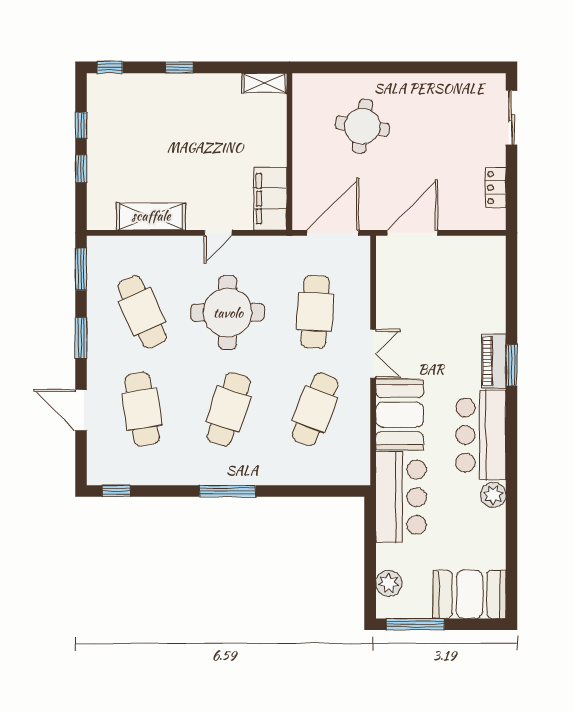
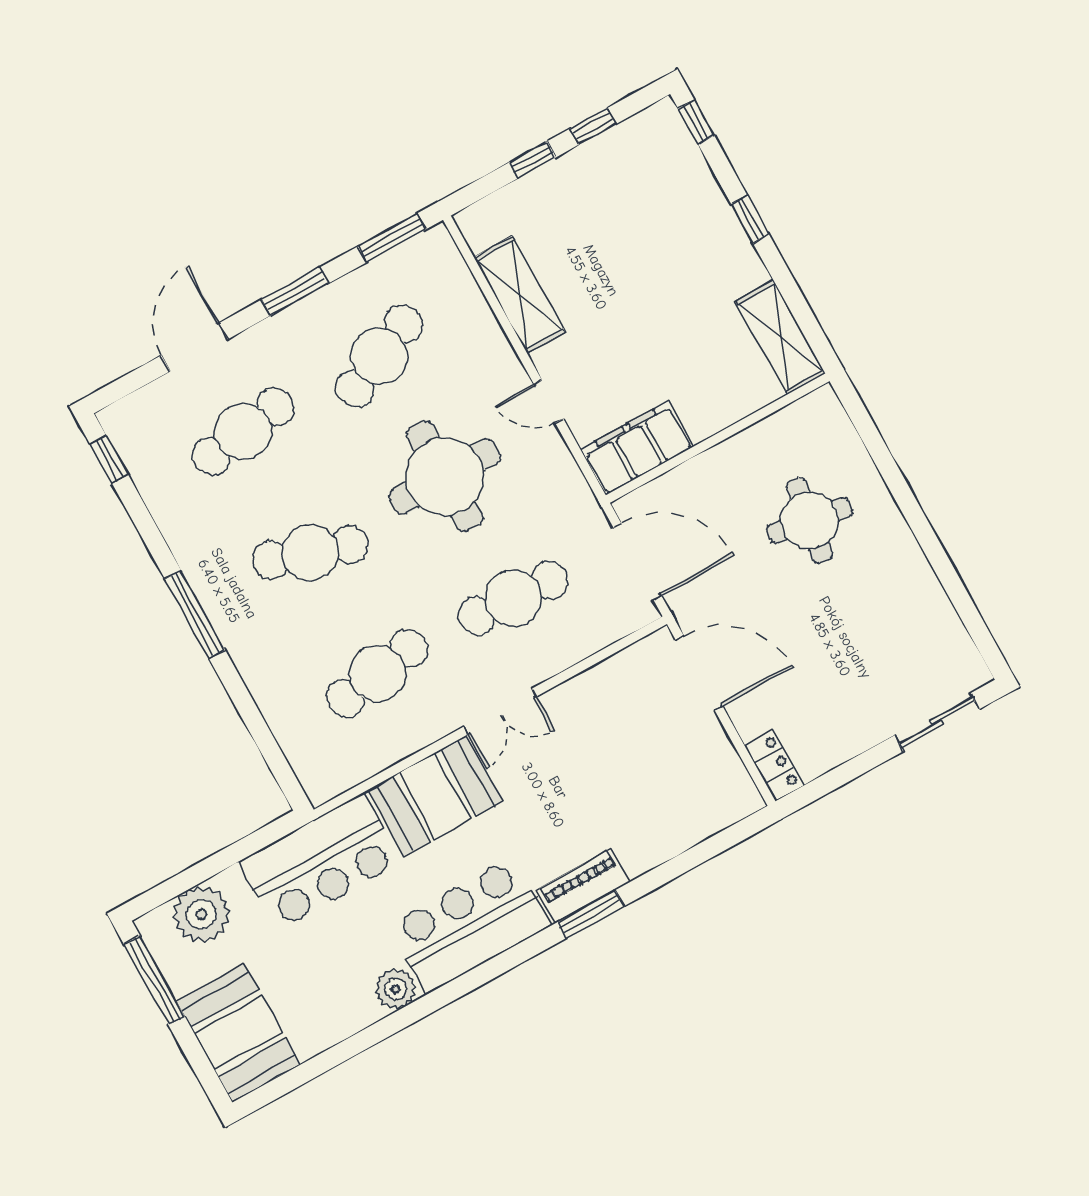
shelving: (264, 83) -> (781, 337), width x1.50, depth x1.33
locker: (496, 188) -> (774, 765), moved, turned 90
cafe table: (315, 409) -> (377, 673), turned -30
plant: (389, 583) -> (201, 914), width x1.36, depth x1.36

